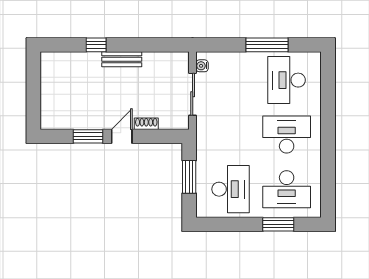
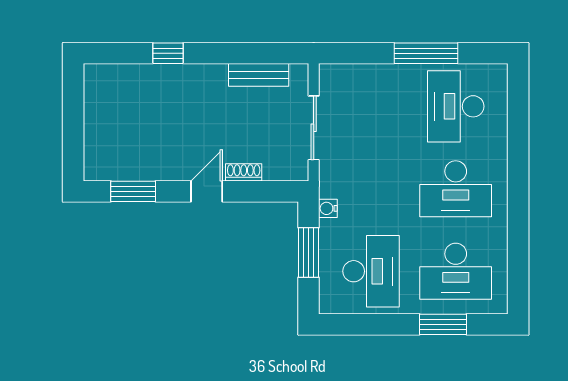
bench: (122, 59) -> (259, 75), moved
water cooler: (202, 66) -> (328, 208), moved
desk: (287, 135) -> (456, 189), turned 180
window: (88, 136) -> (133, 191), moved

